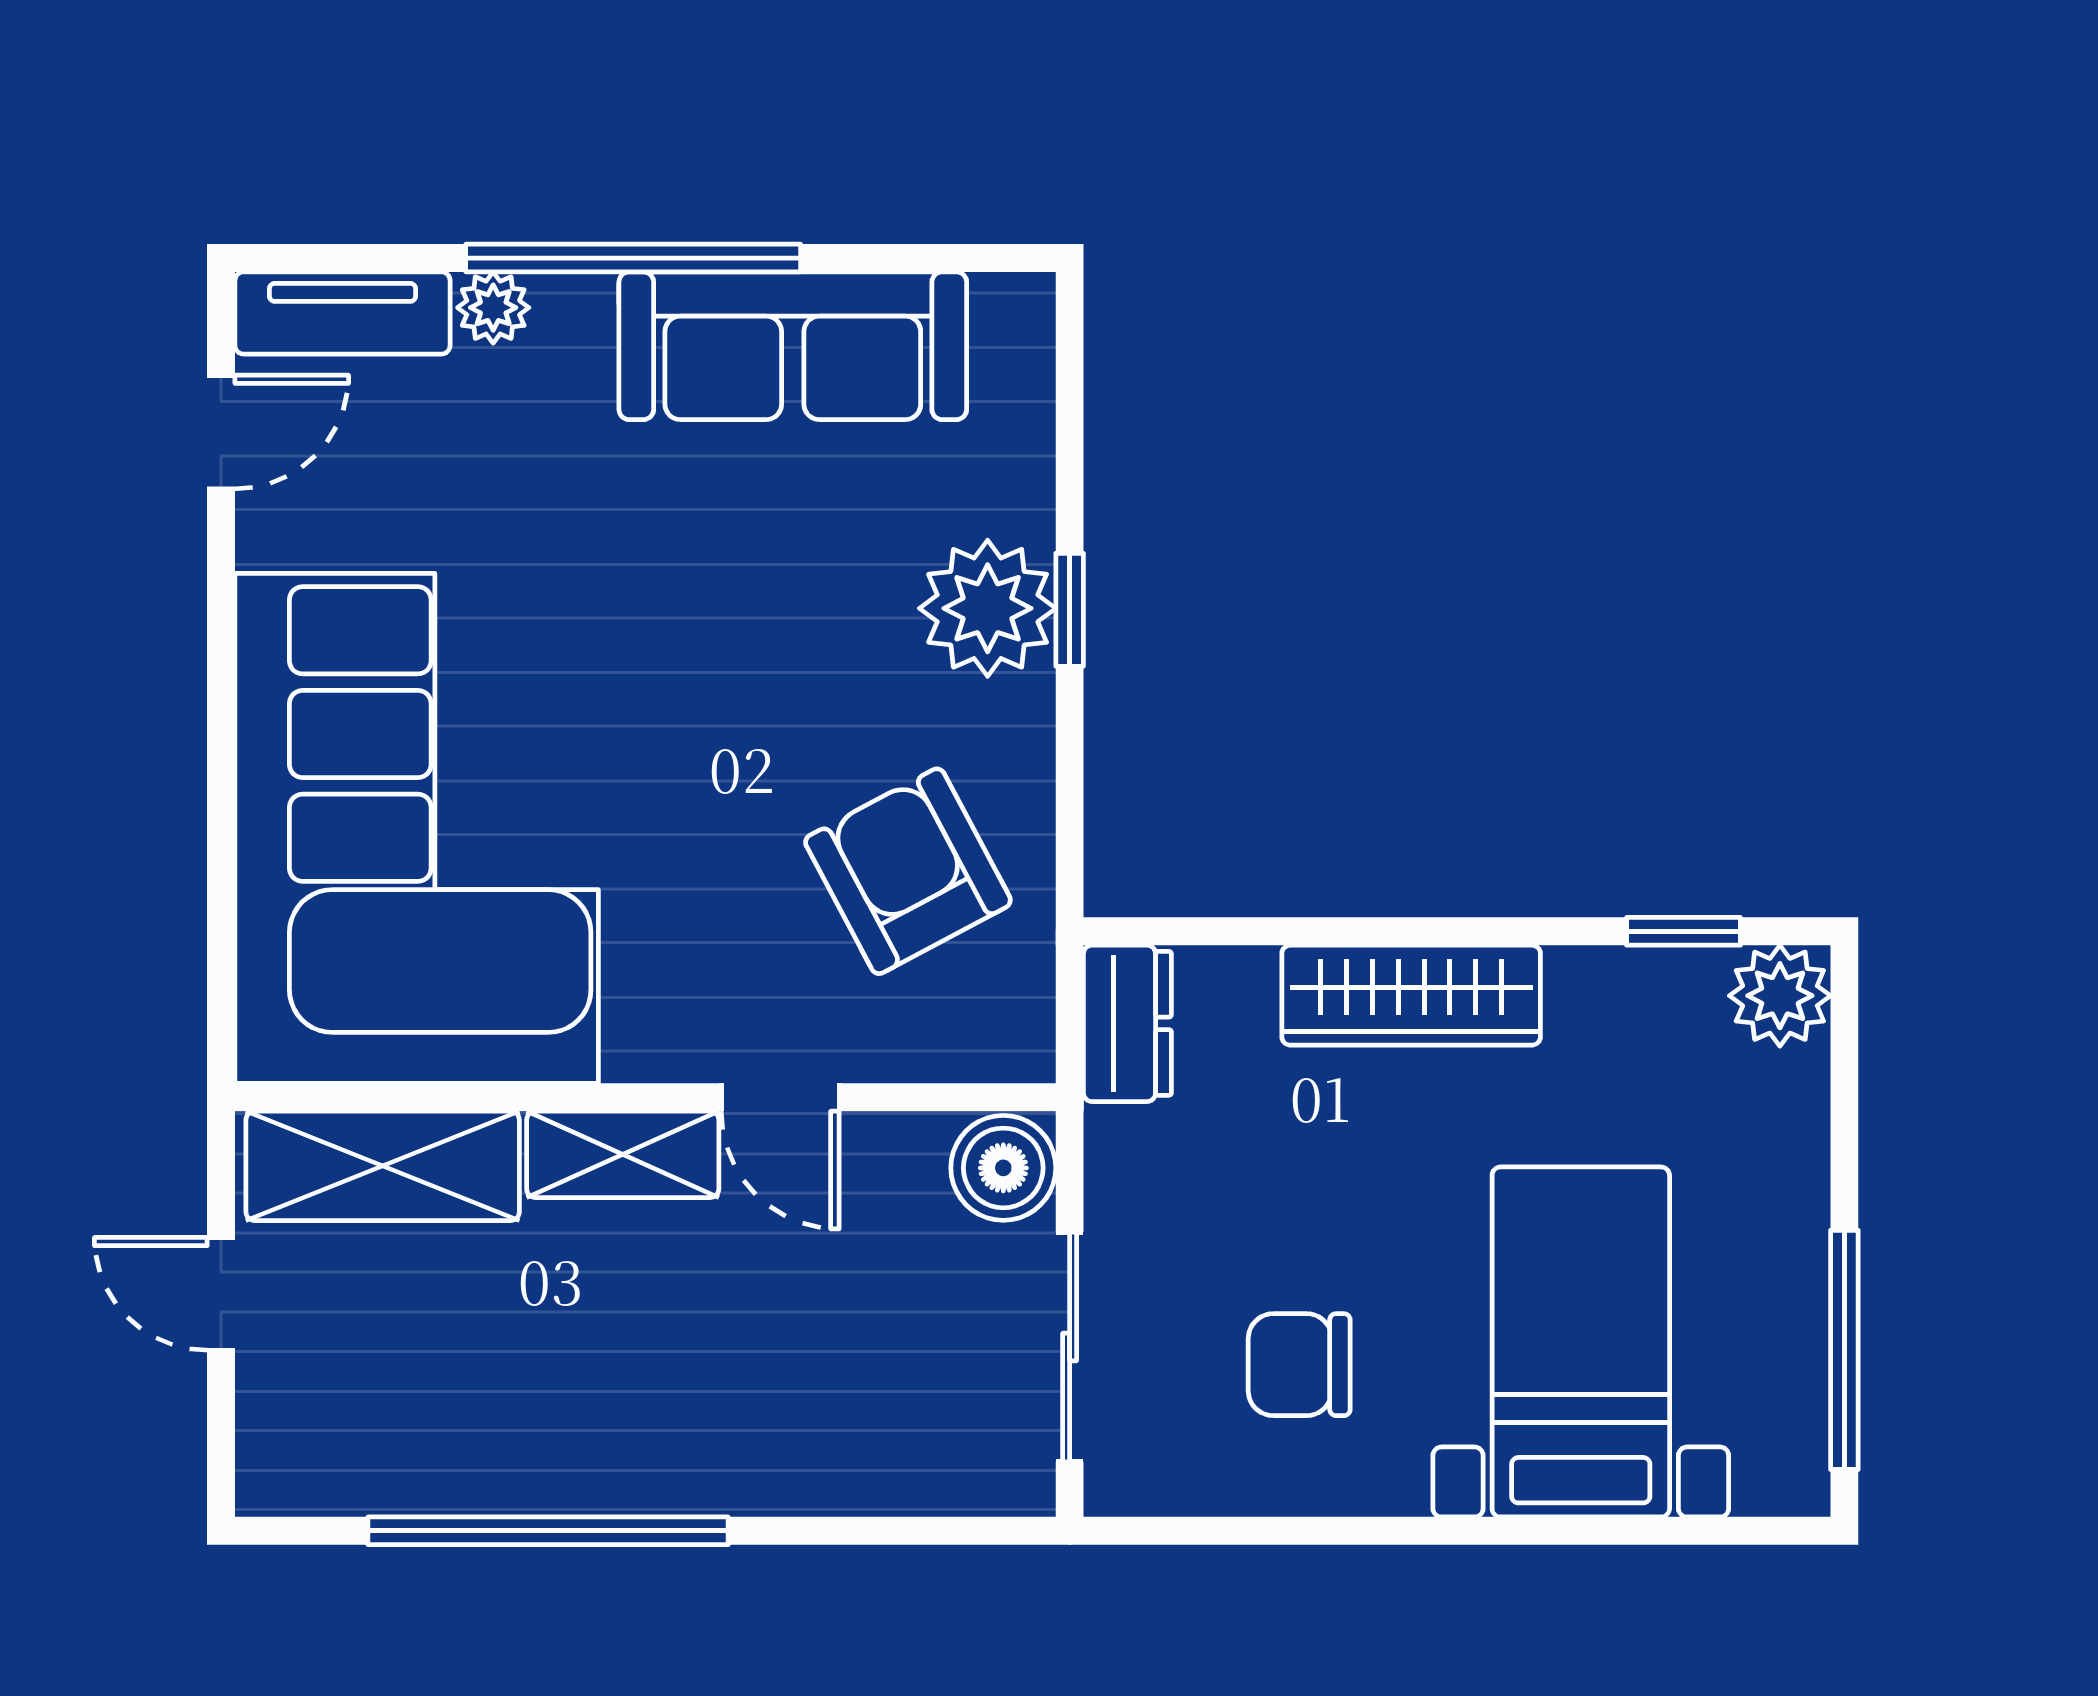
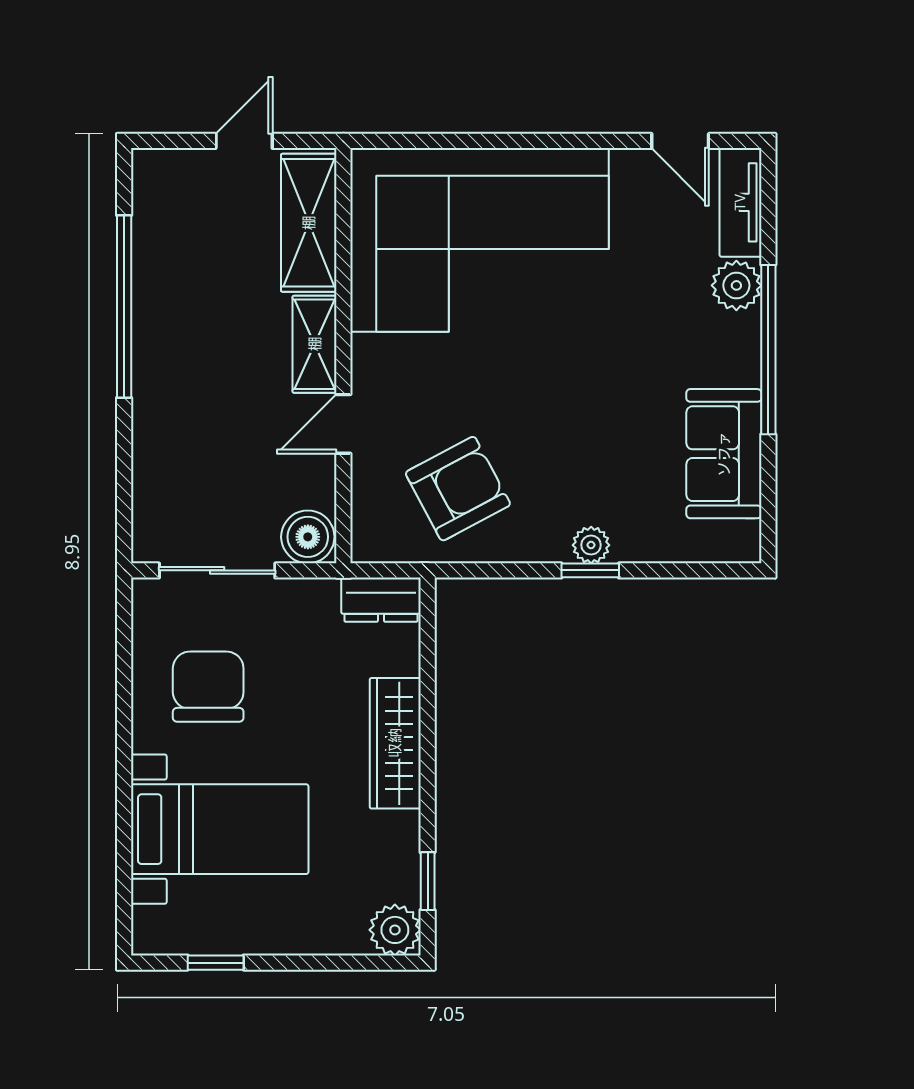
plant: (493, 308) -> (736, 285), width x1.38, depth x1.38
sofa: (793, 346) -> (724, 454), width x0.73
plant: (988, 608) -> (591, 545), width x0.53, depth x0.53
window: (1844, 1350) -> (216, 963), width x0.46
chair: (1299, 1365) -> (208, 687), width x1.37, depth x1.37

